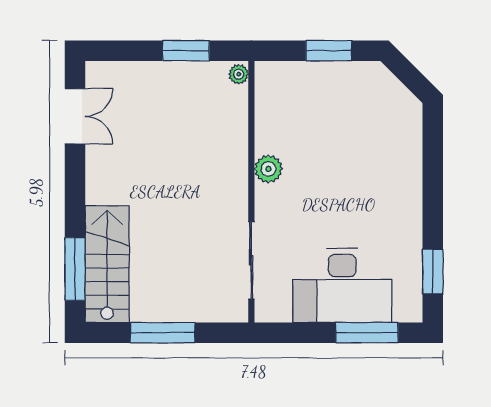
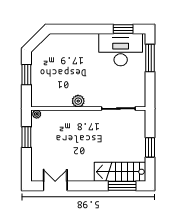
desk: (342, 285) -> (121, 50), moved, turned -90
window: (163, 333) -> (150, 147), width x0.69

